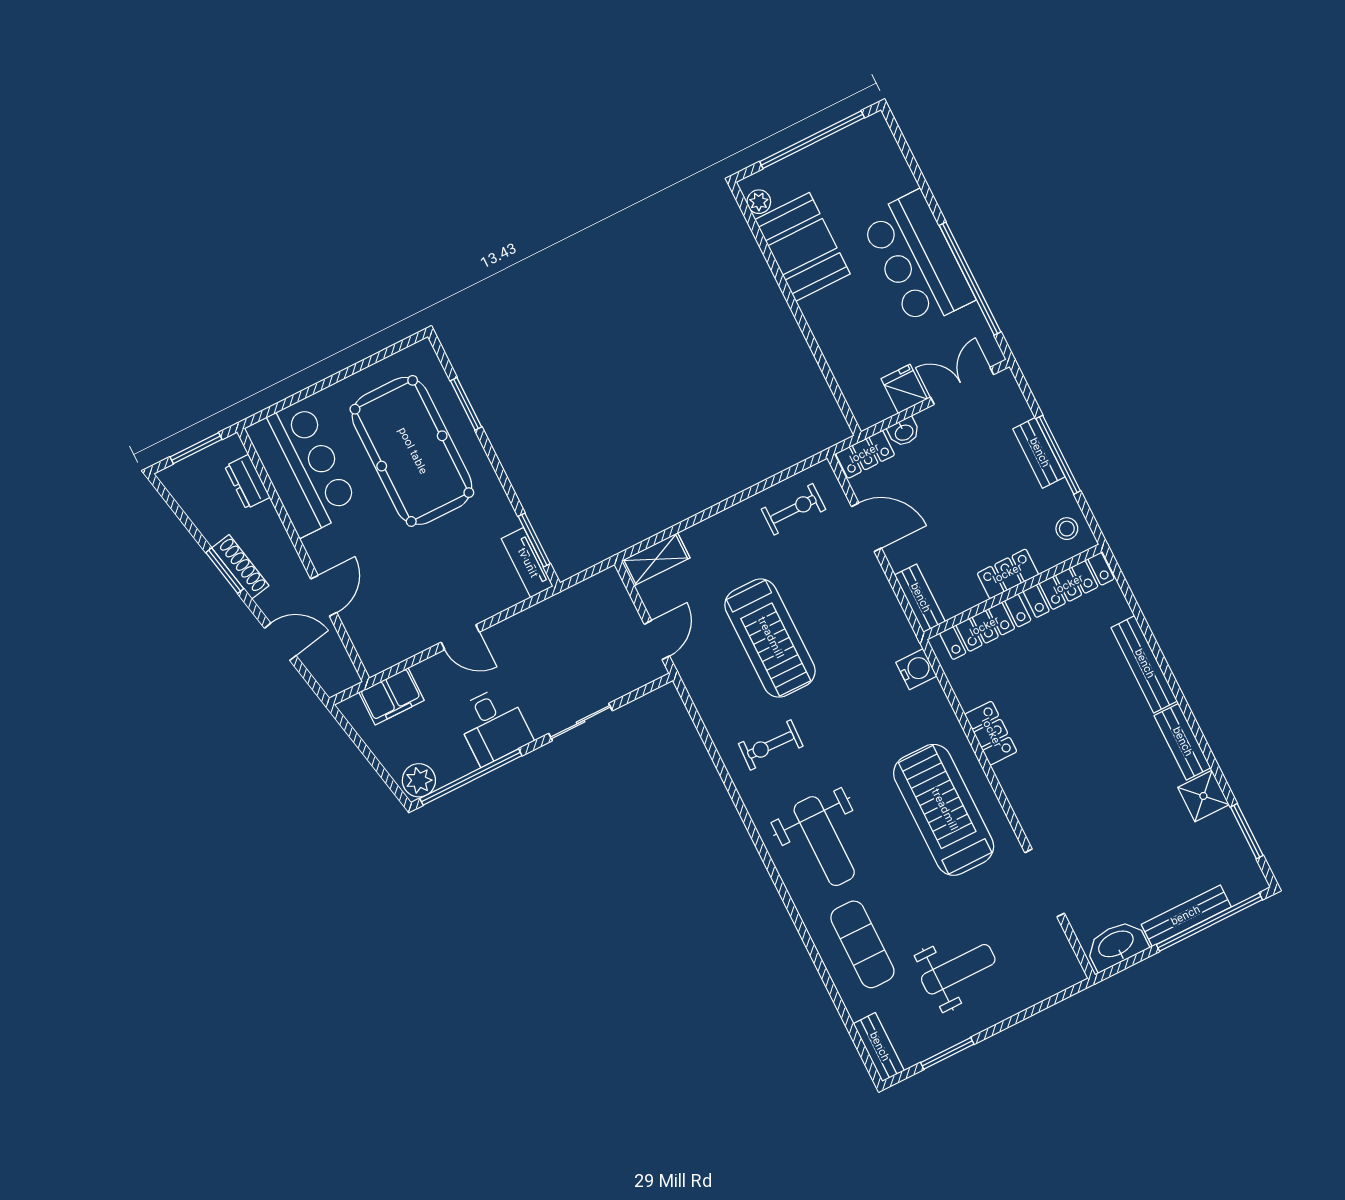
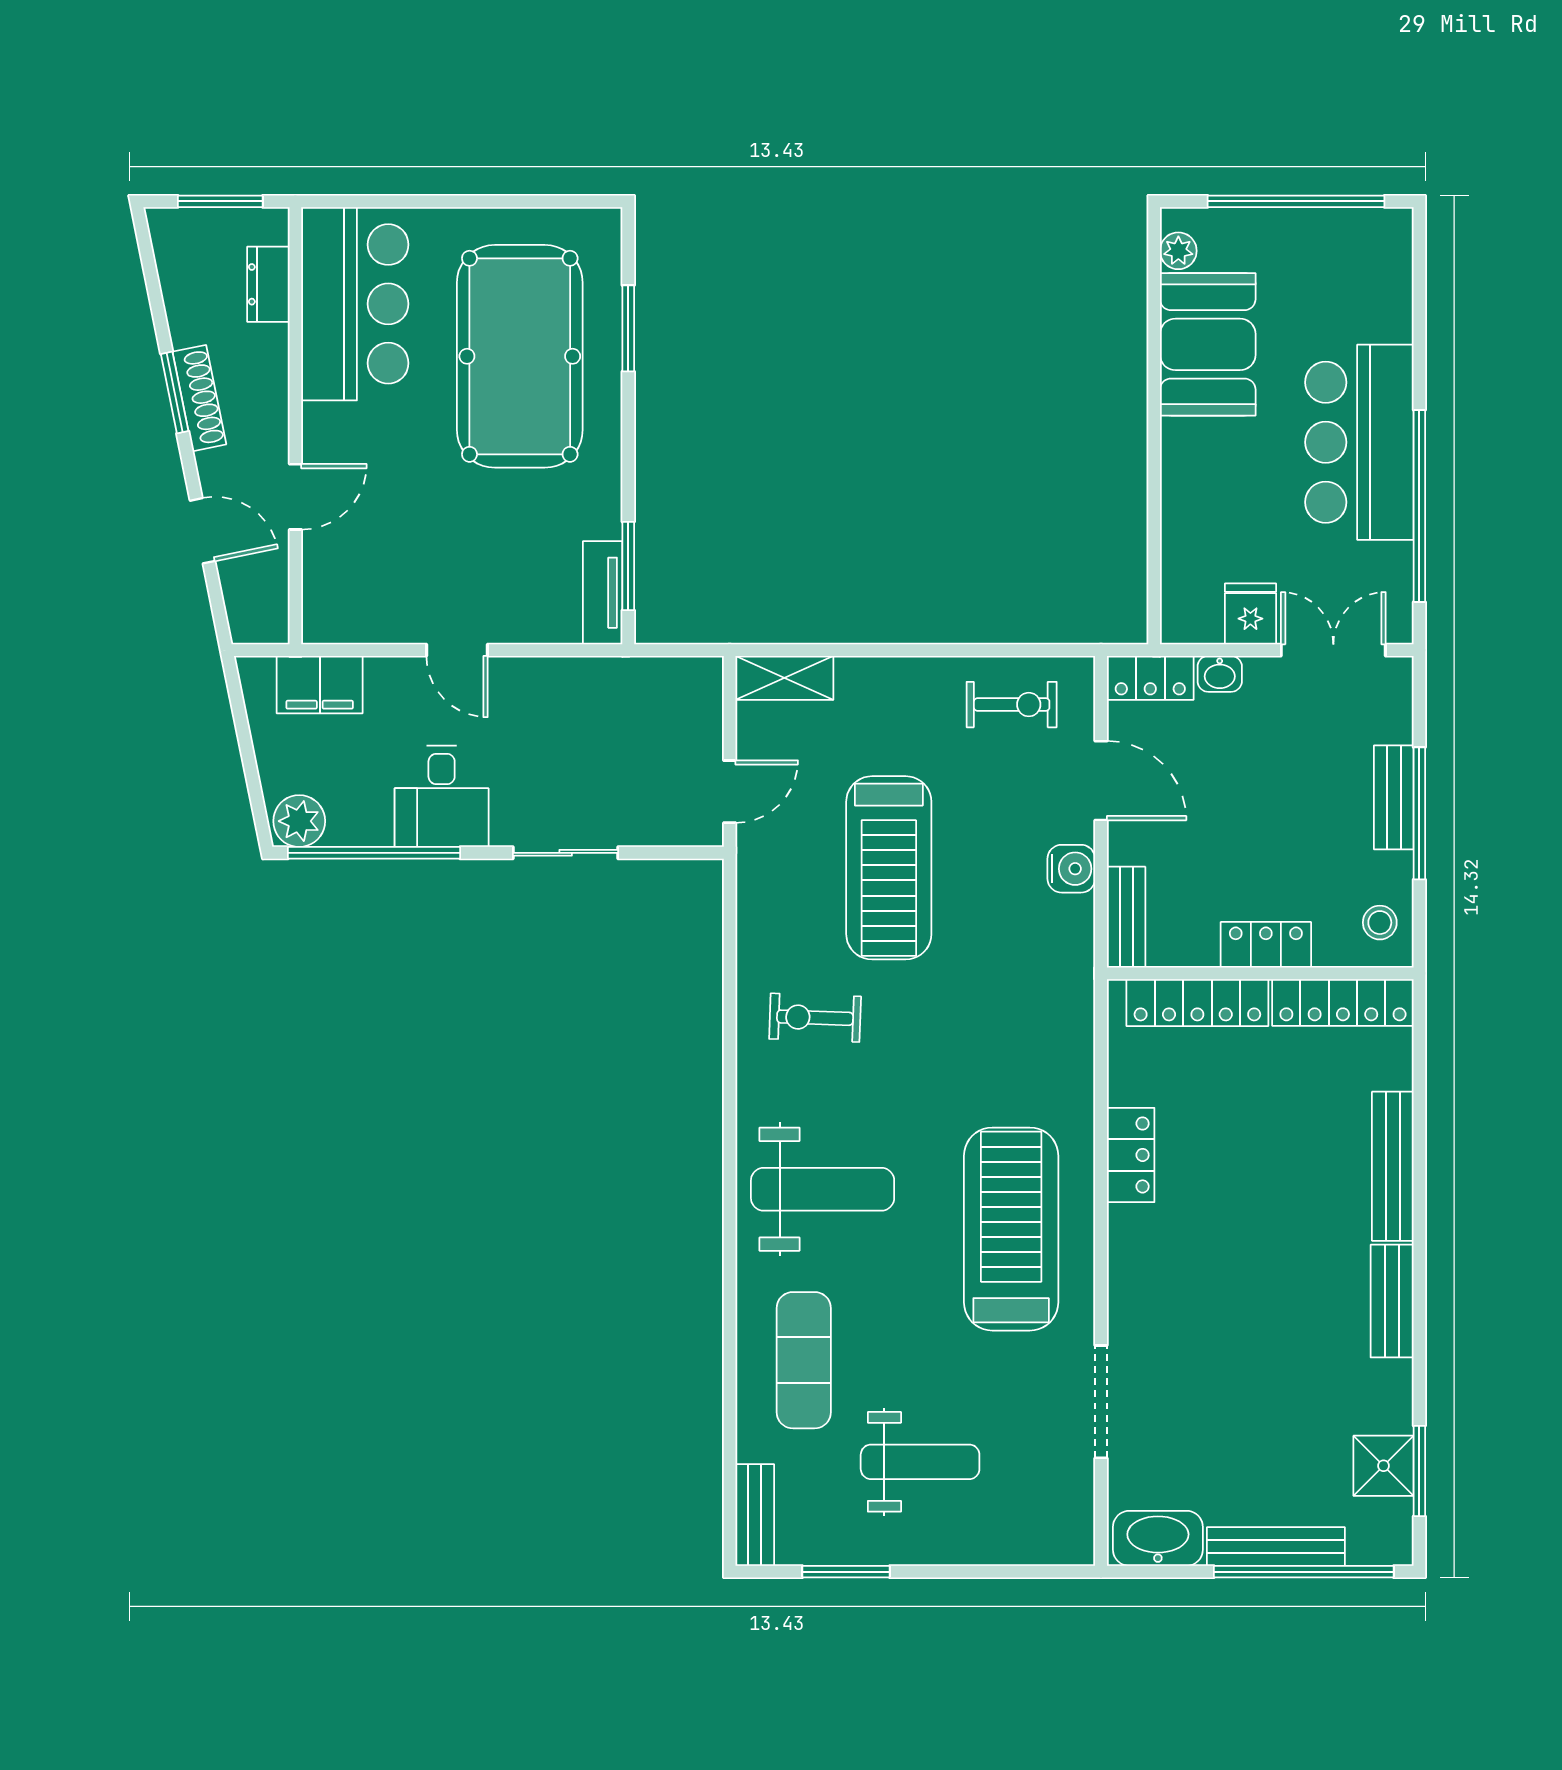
water cooler: (916, 669) -> (1071, 869), moved
shower: (1203, 796) -> (1384, 1466), moved
weight bench: (824, 841) -> (823, 1189), turned -90

